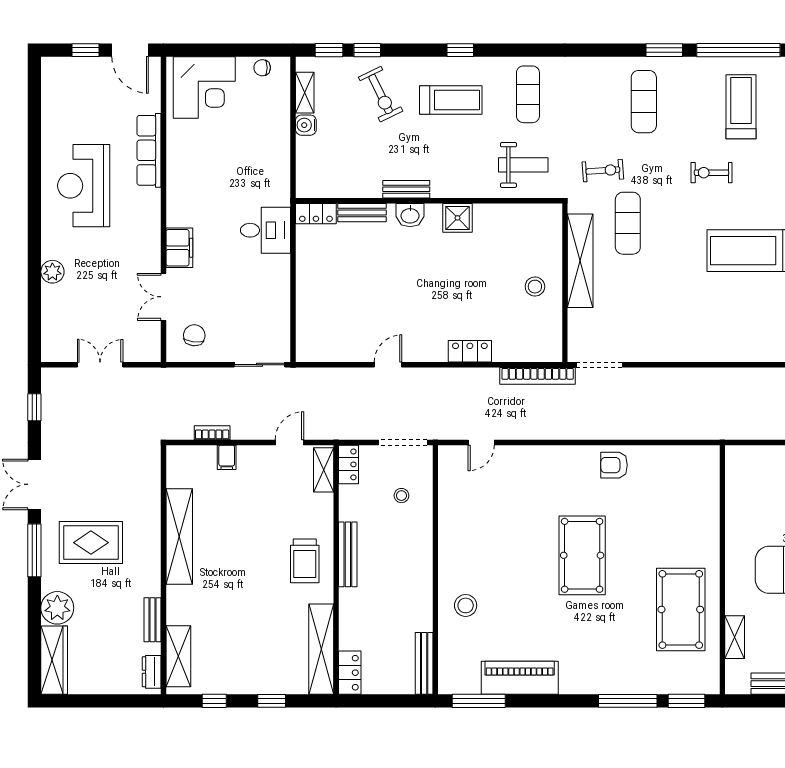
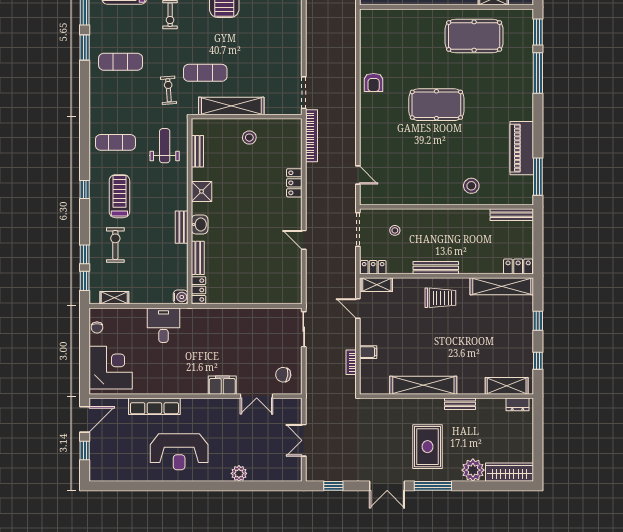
exercise bike: (381, 94) -> (115, 245), turned -64
water cooler: (306, 125) -> (181, 297), moved, turned -90
bench: (515, 212) -> (197, 151), added
desk: (265, 230) -> (164, 325), moved
bench: (152, 620) -> (460, 404), moved

